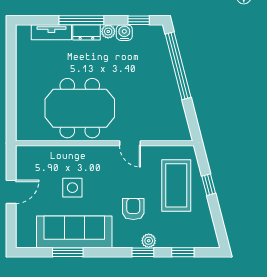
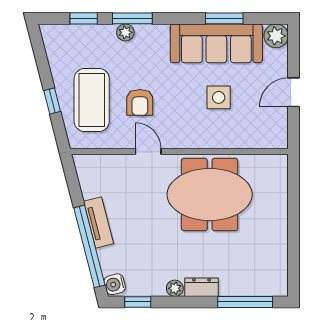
window: (81, 20) -> (245, 302), moved
tv unit: (51, 32) -> (98, 222), moved, turned 76
water cooler: (124, 33) -> (115, 284), moved, turned 76
armchair: (133, 209) -> (140, 102), moved
plant: (25, 238) -> (276, 36), added
window: (143, 252) -> (132, 18), width x1.50

